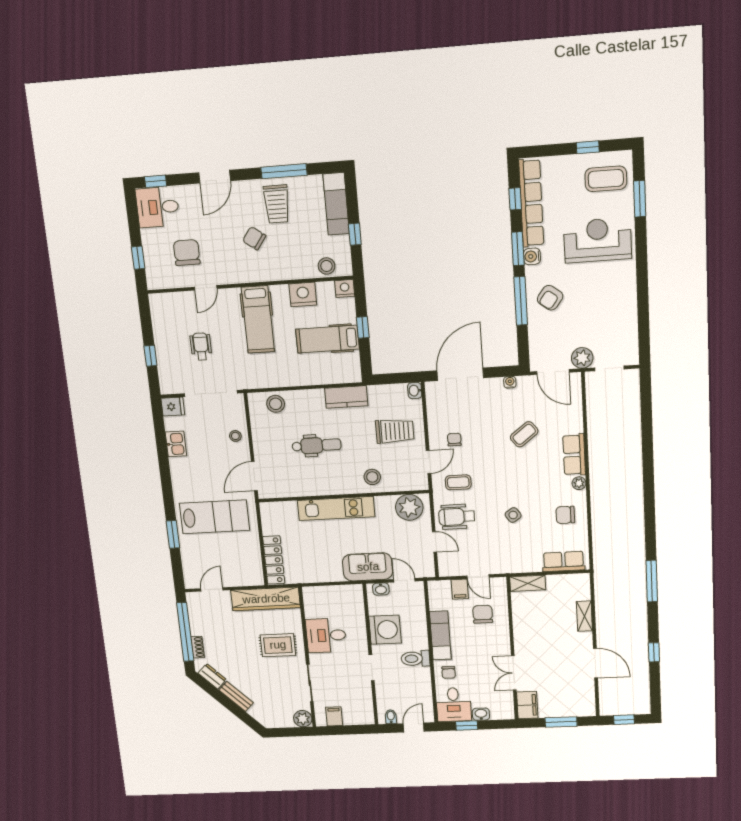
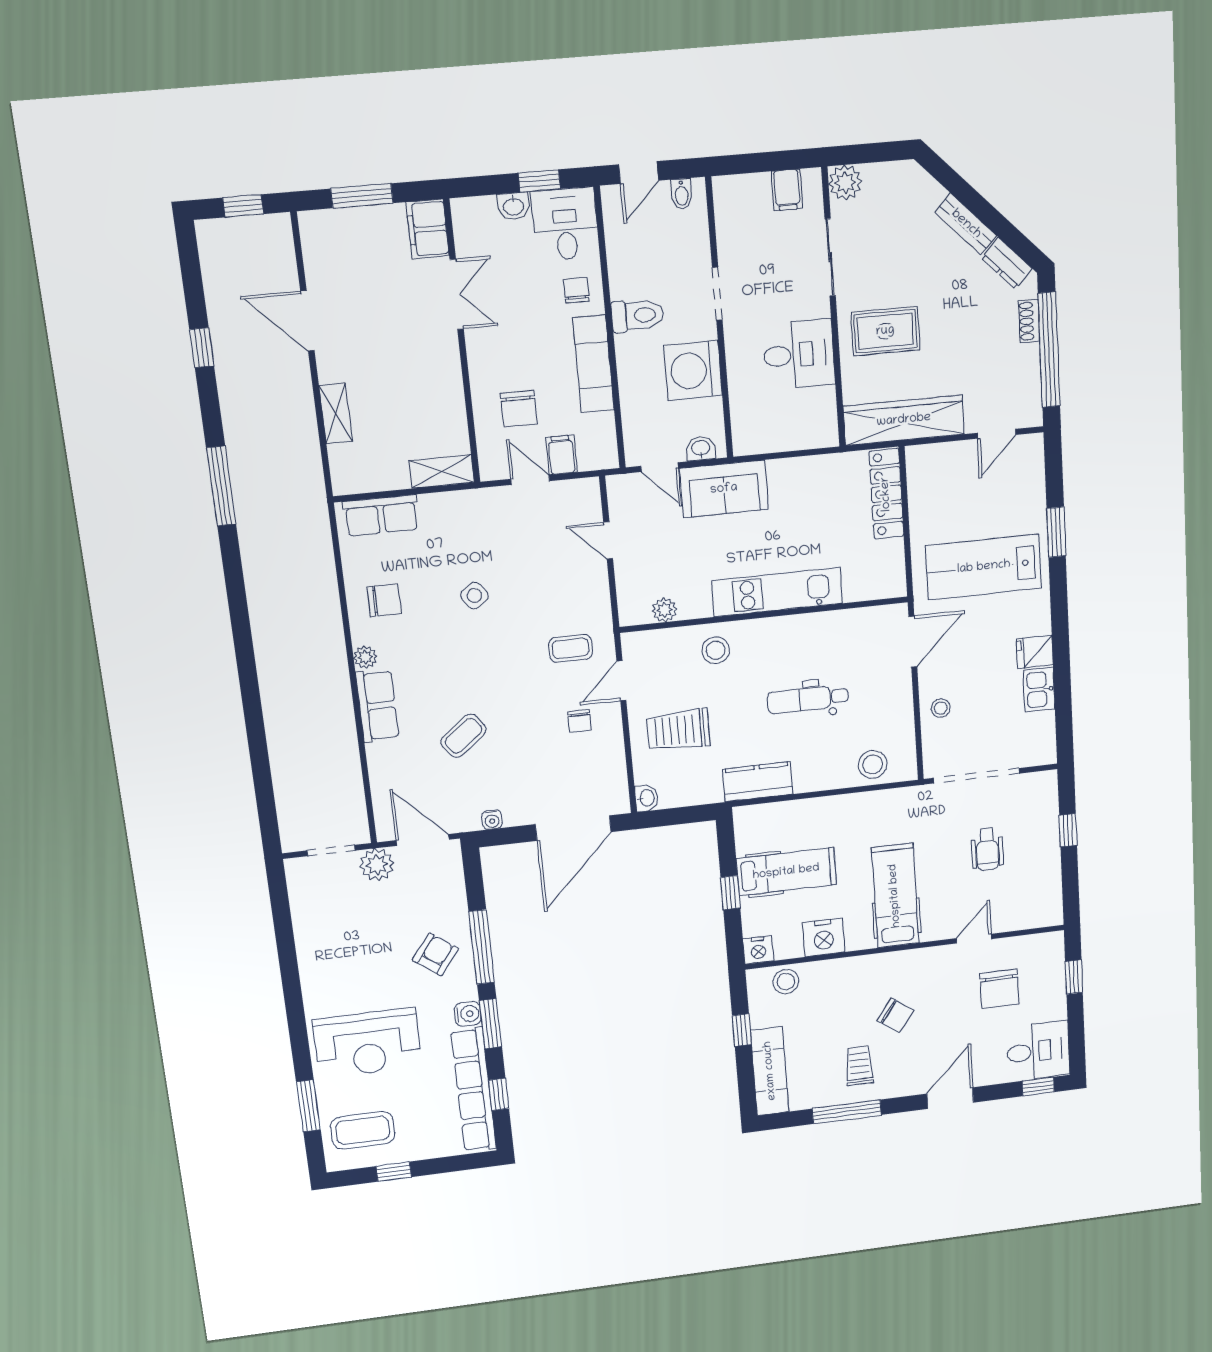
trolley: (277, 204) -> (859, 1066), width x0.73, depth x0.72
fridge: (173, 407) -> (1035, 652), moved
plant: (409, 507) -> (664, 610), width x0.53, depth x0.53
wheelchair: (457, 517) -> (571, 588), removed

